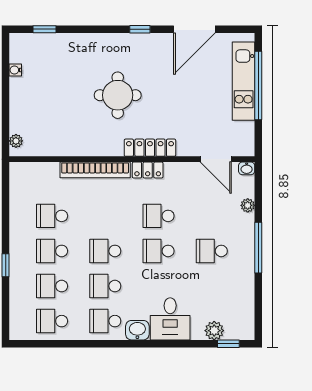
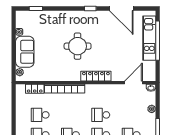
door: (194, 29) -> (121, 9), hinge flipped
sofa: (25, 105) -> (25, 52), added
door: (216, 159) -> (133, 83), swing flipped
locker: (148, 170) -> (35, 89), moved

